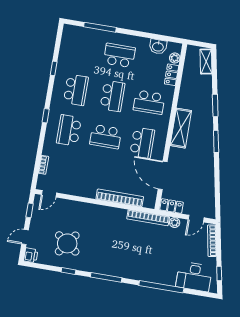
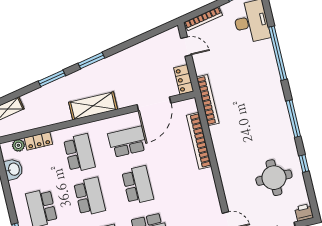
school desk: (112, 96) -> (90, 196), turned 90
plant: (175, 223) -> (201, 68), removed
round table: (67, 243) -> (274, 178), turned -36

